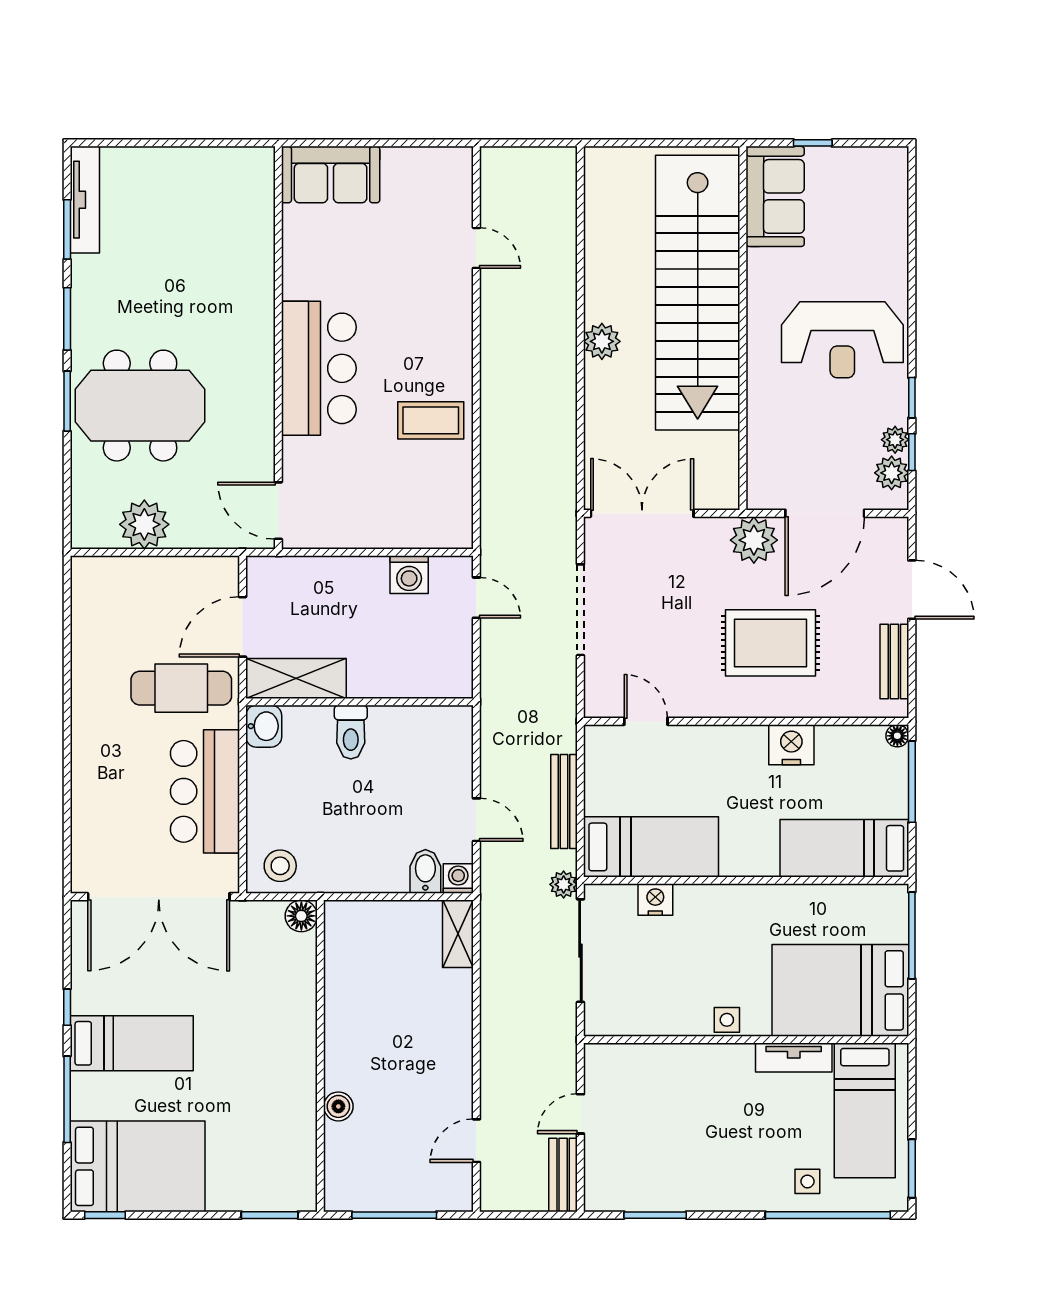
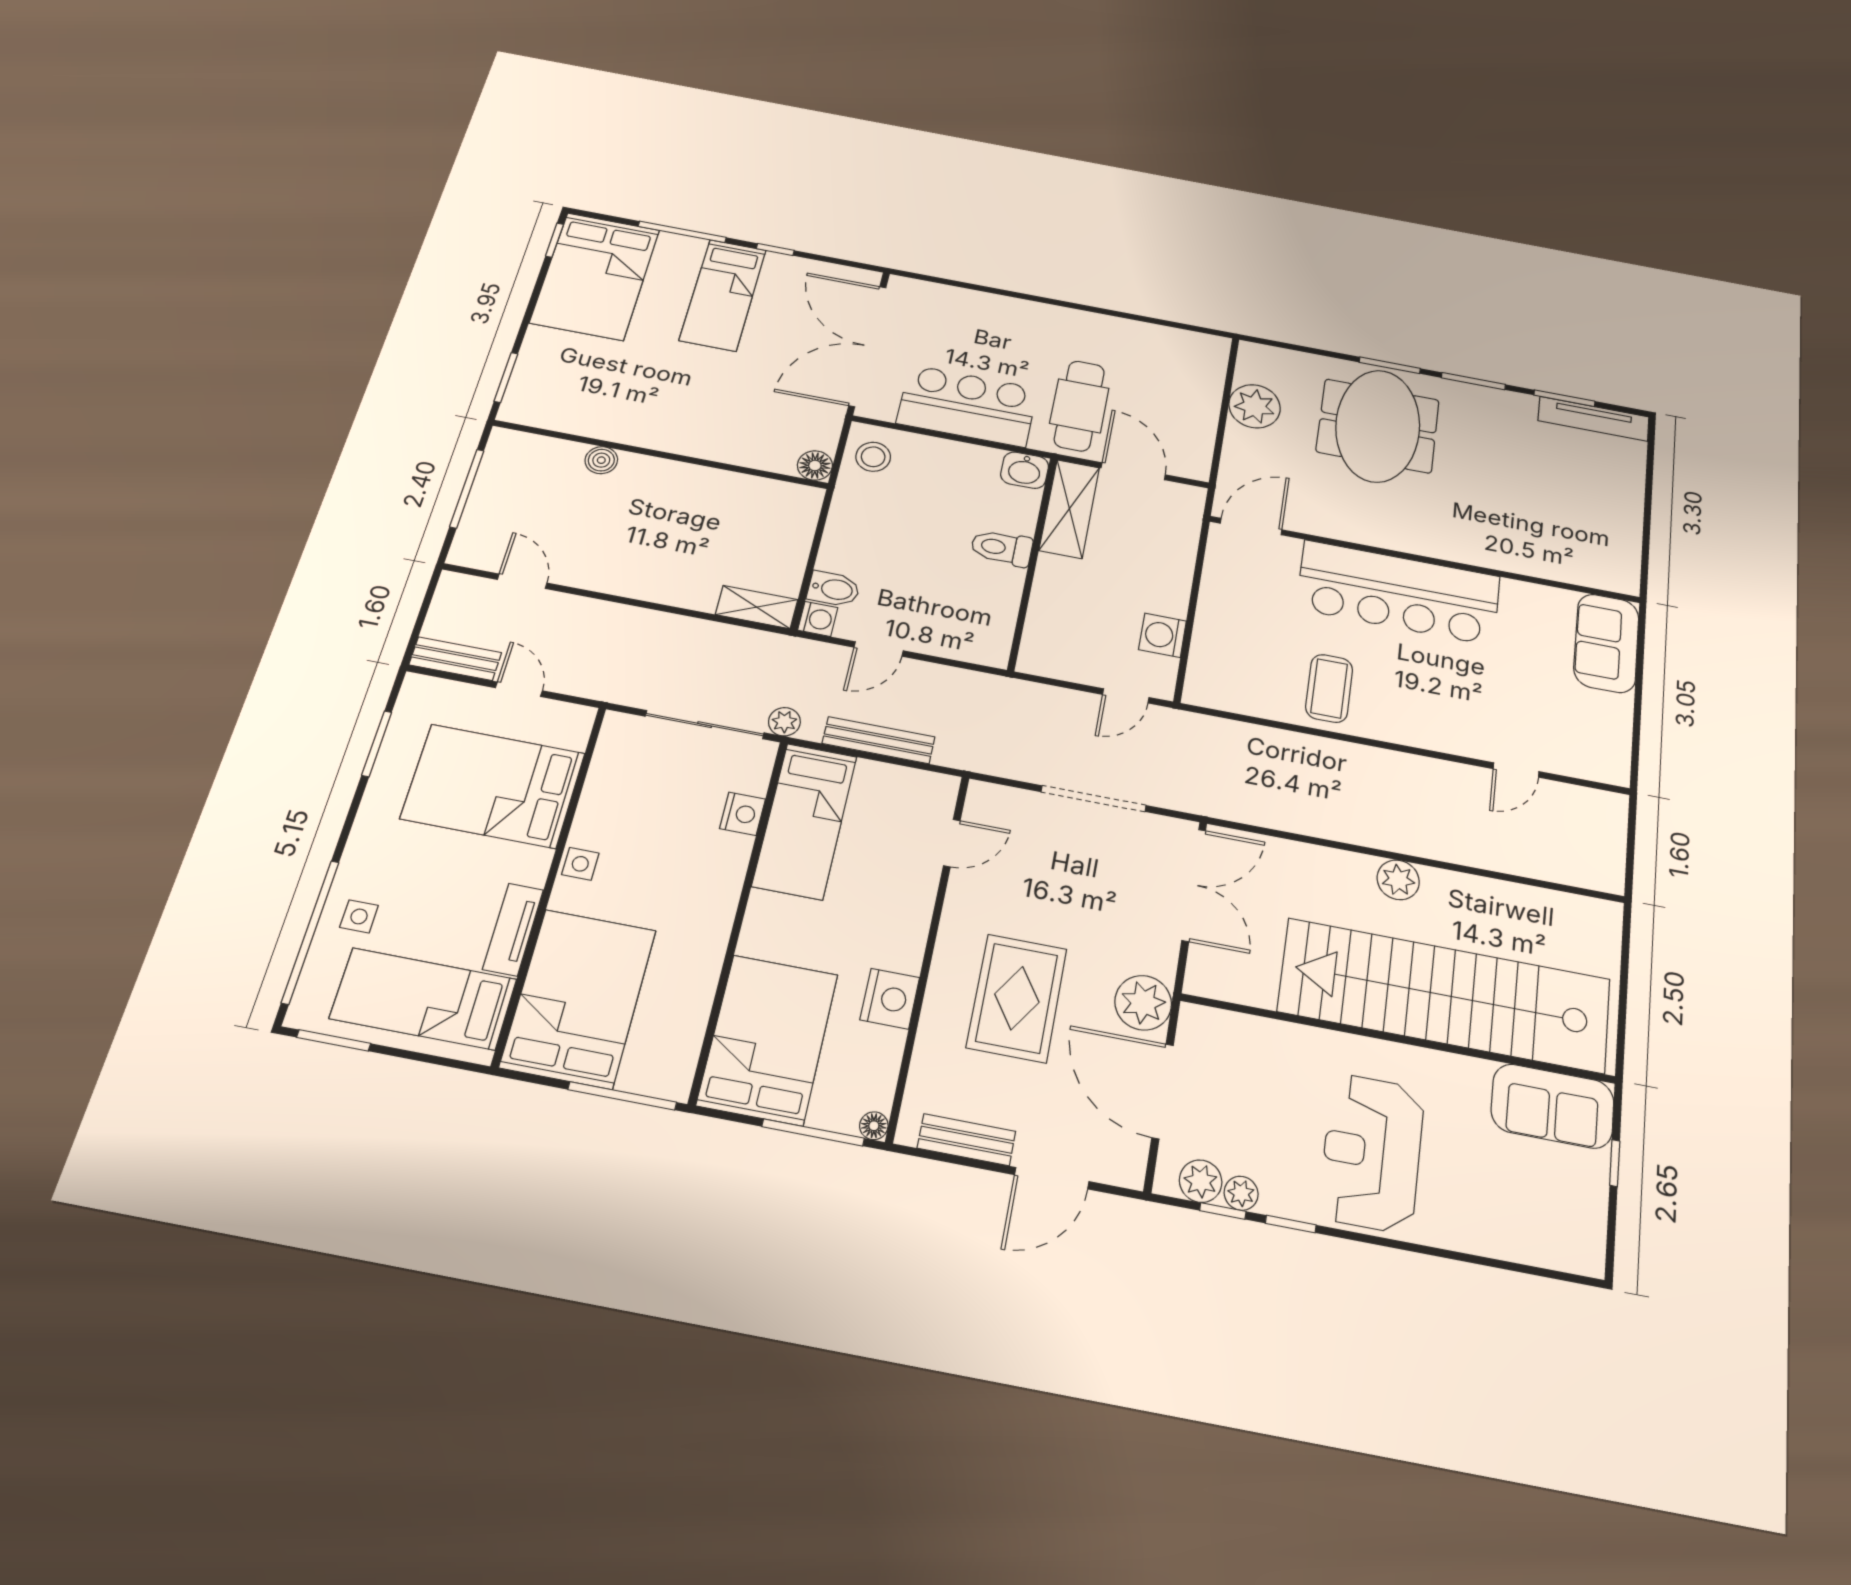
bar counter: (319, 368) -> (1398, 593), width x1.36
bed: (844, 848) -> (768, 1039), width x1.50
bed: (673, 1109) -> (493, 786), added

